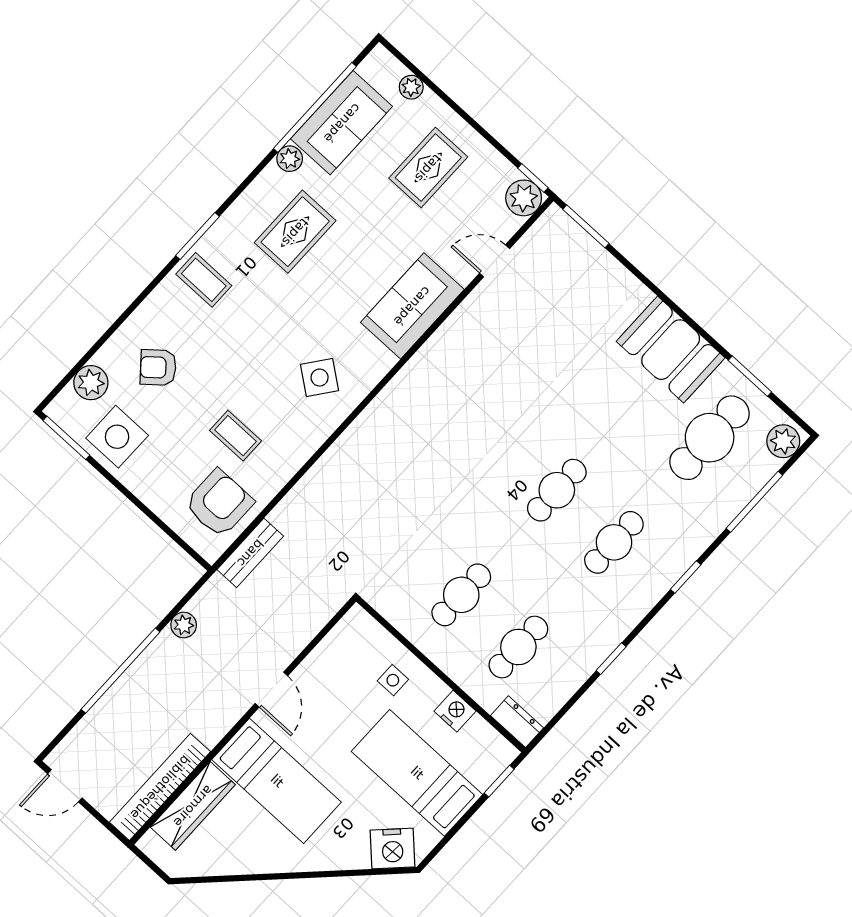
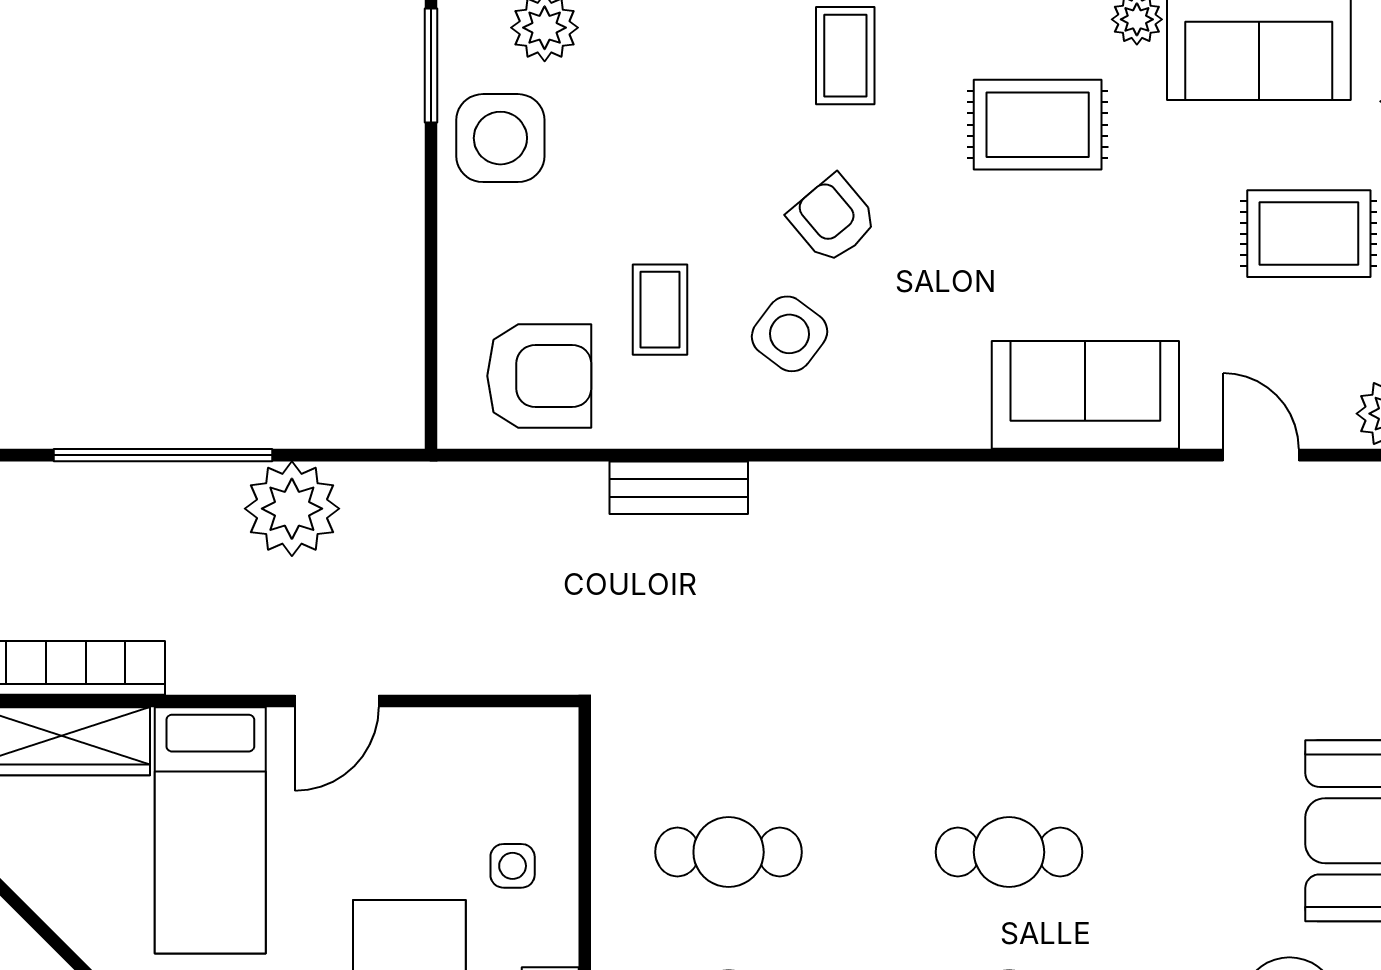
armchair: (158, 367) -> (833, 219), moved
side table: (320, 378) -> (790, 334), moved
bench: (250, 553) -> (679, 488), moved
plant: (184, 625) -> (292, 509), width x1.88, depth x1.88

